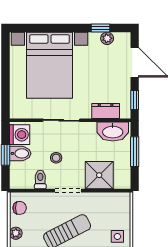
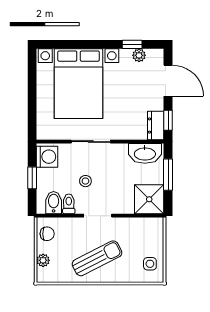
dresser: (106, 111) -> (156, 126), moved, turned -90
bidet: (20, 153) -> (54, 203), moved, turned -90
shower: (99, 175) -> (149, 199), moved

